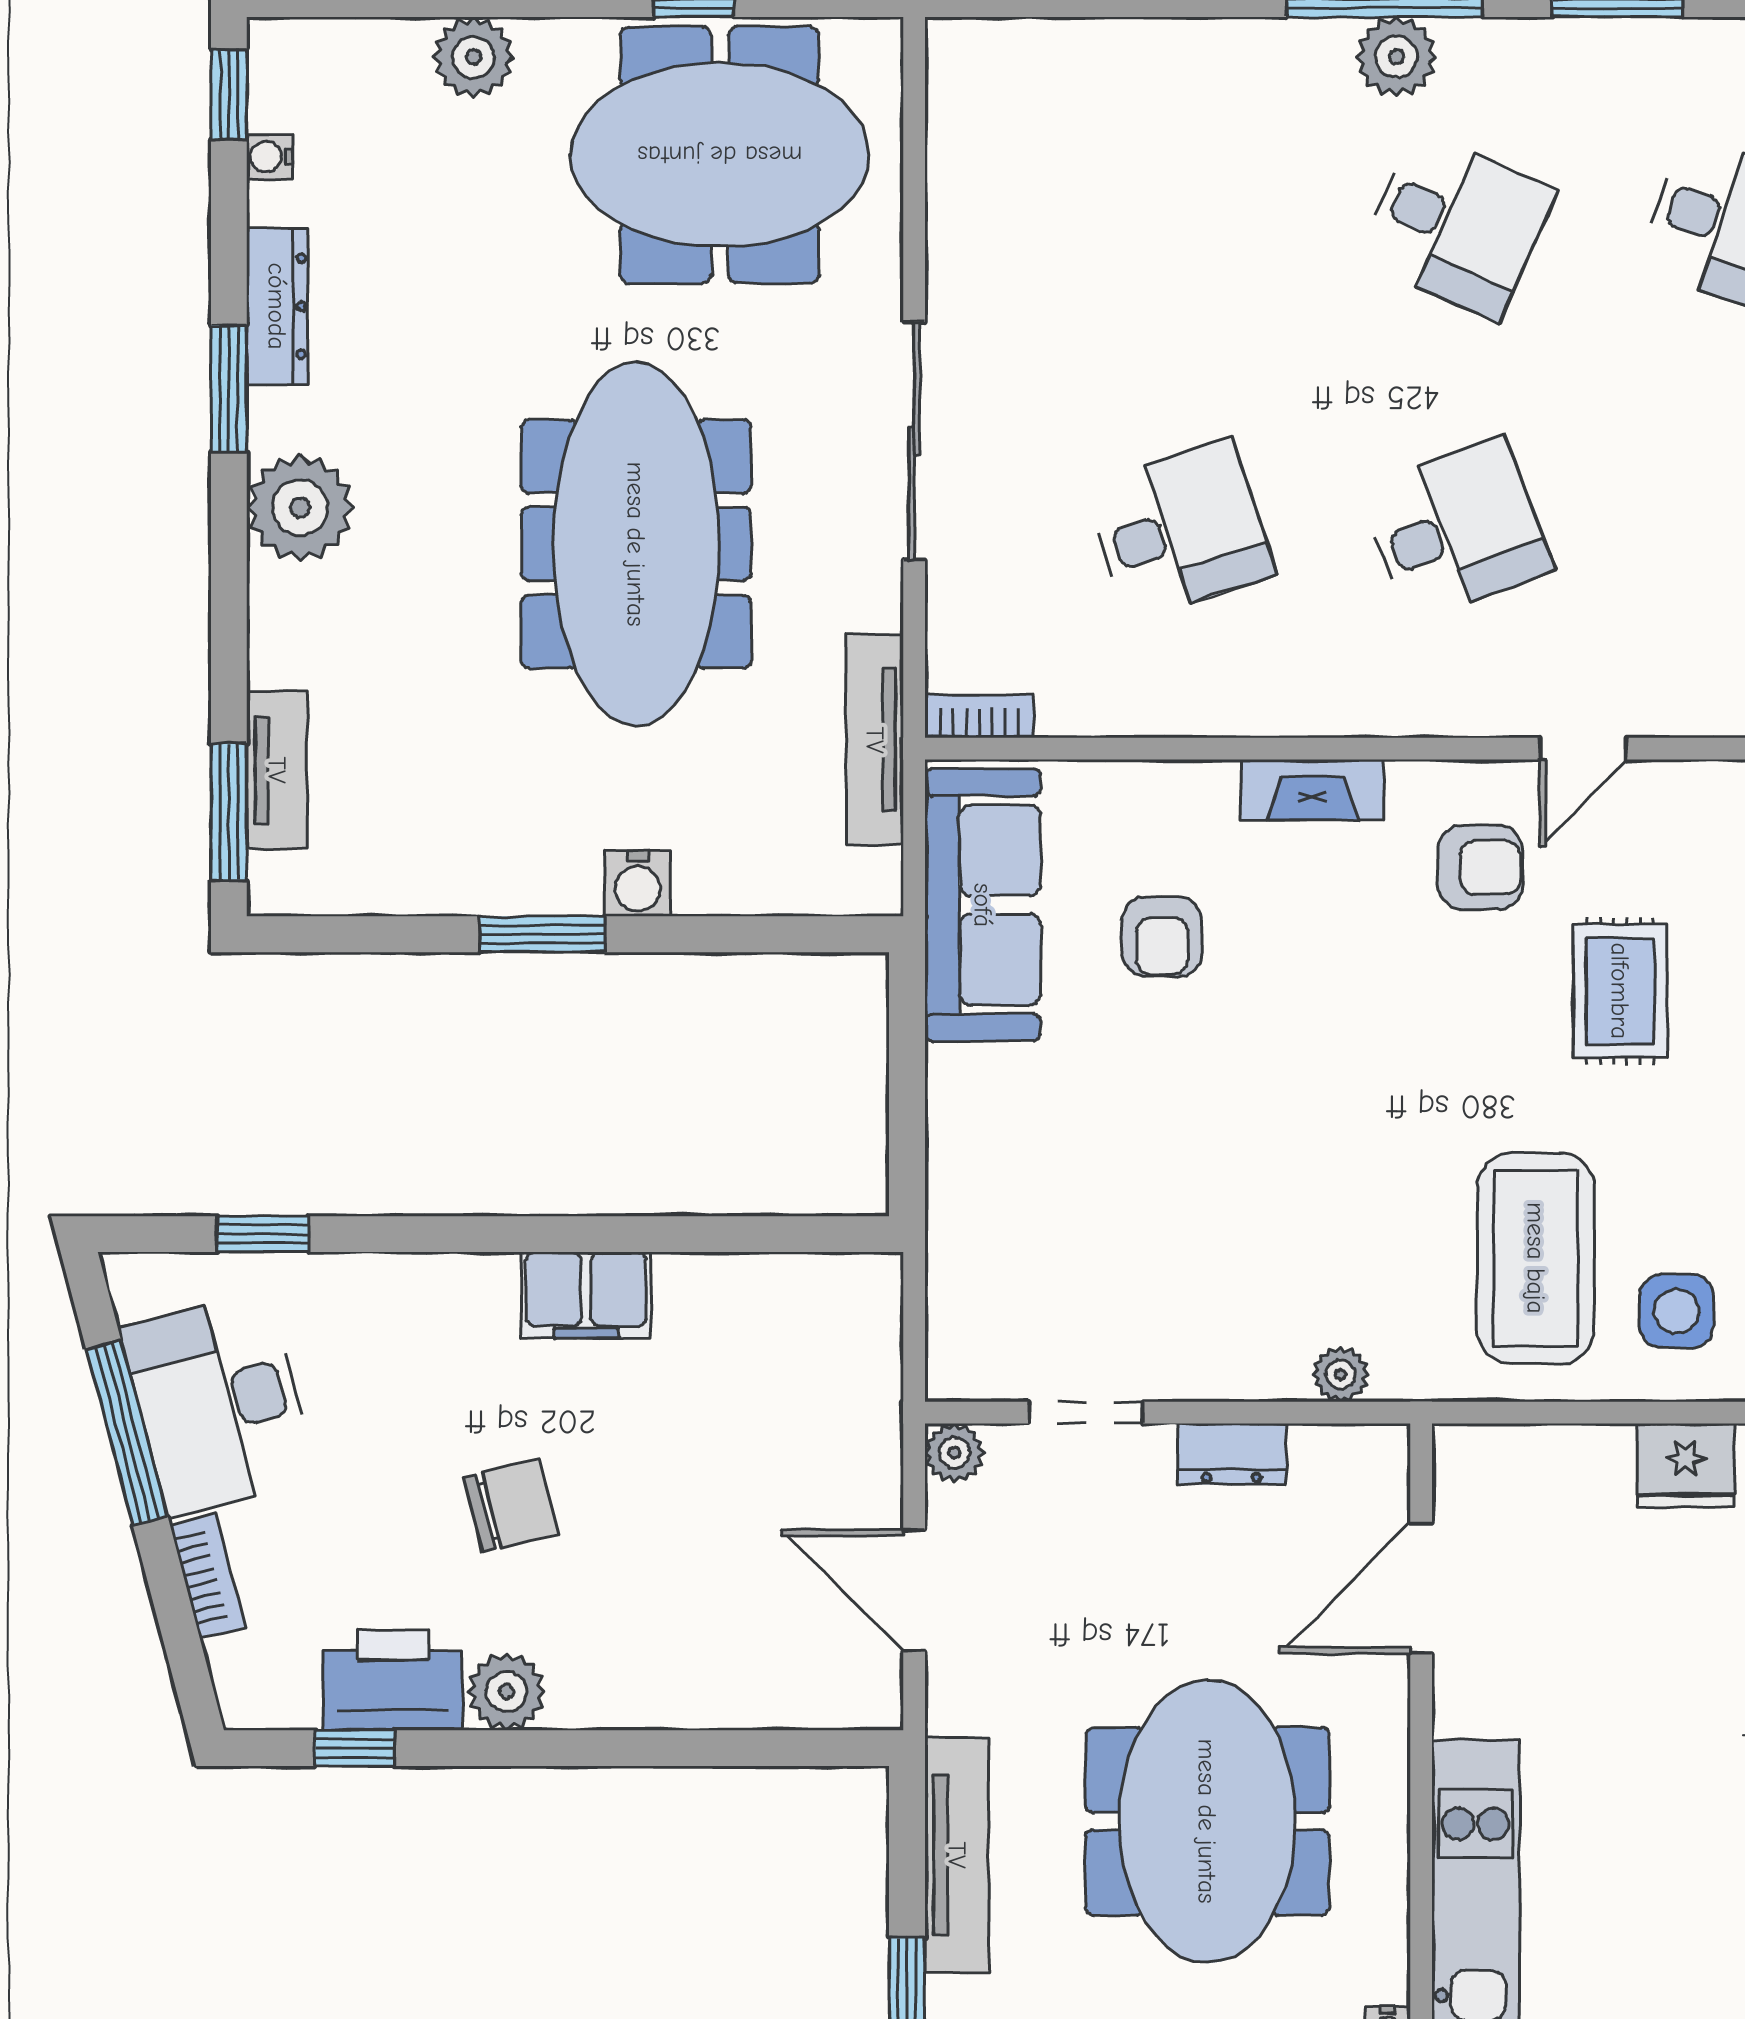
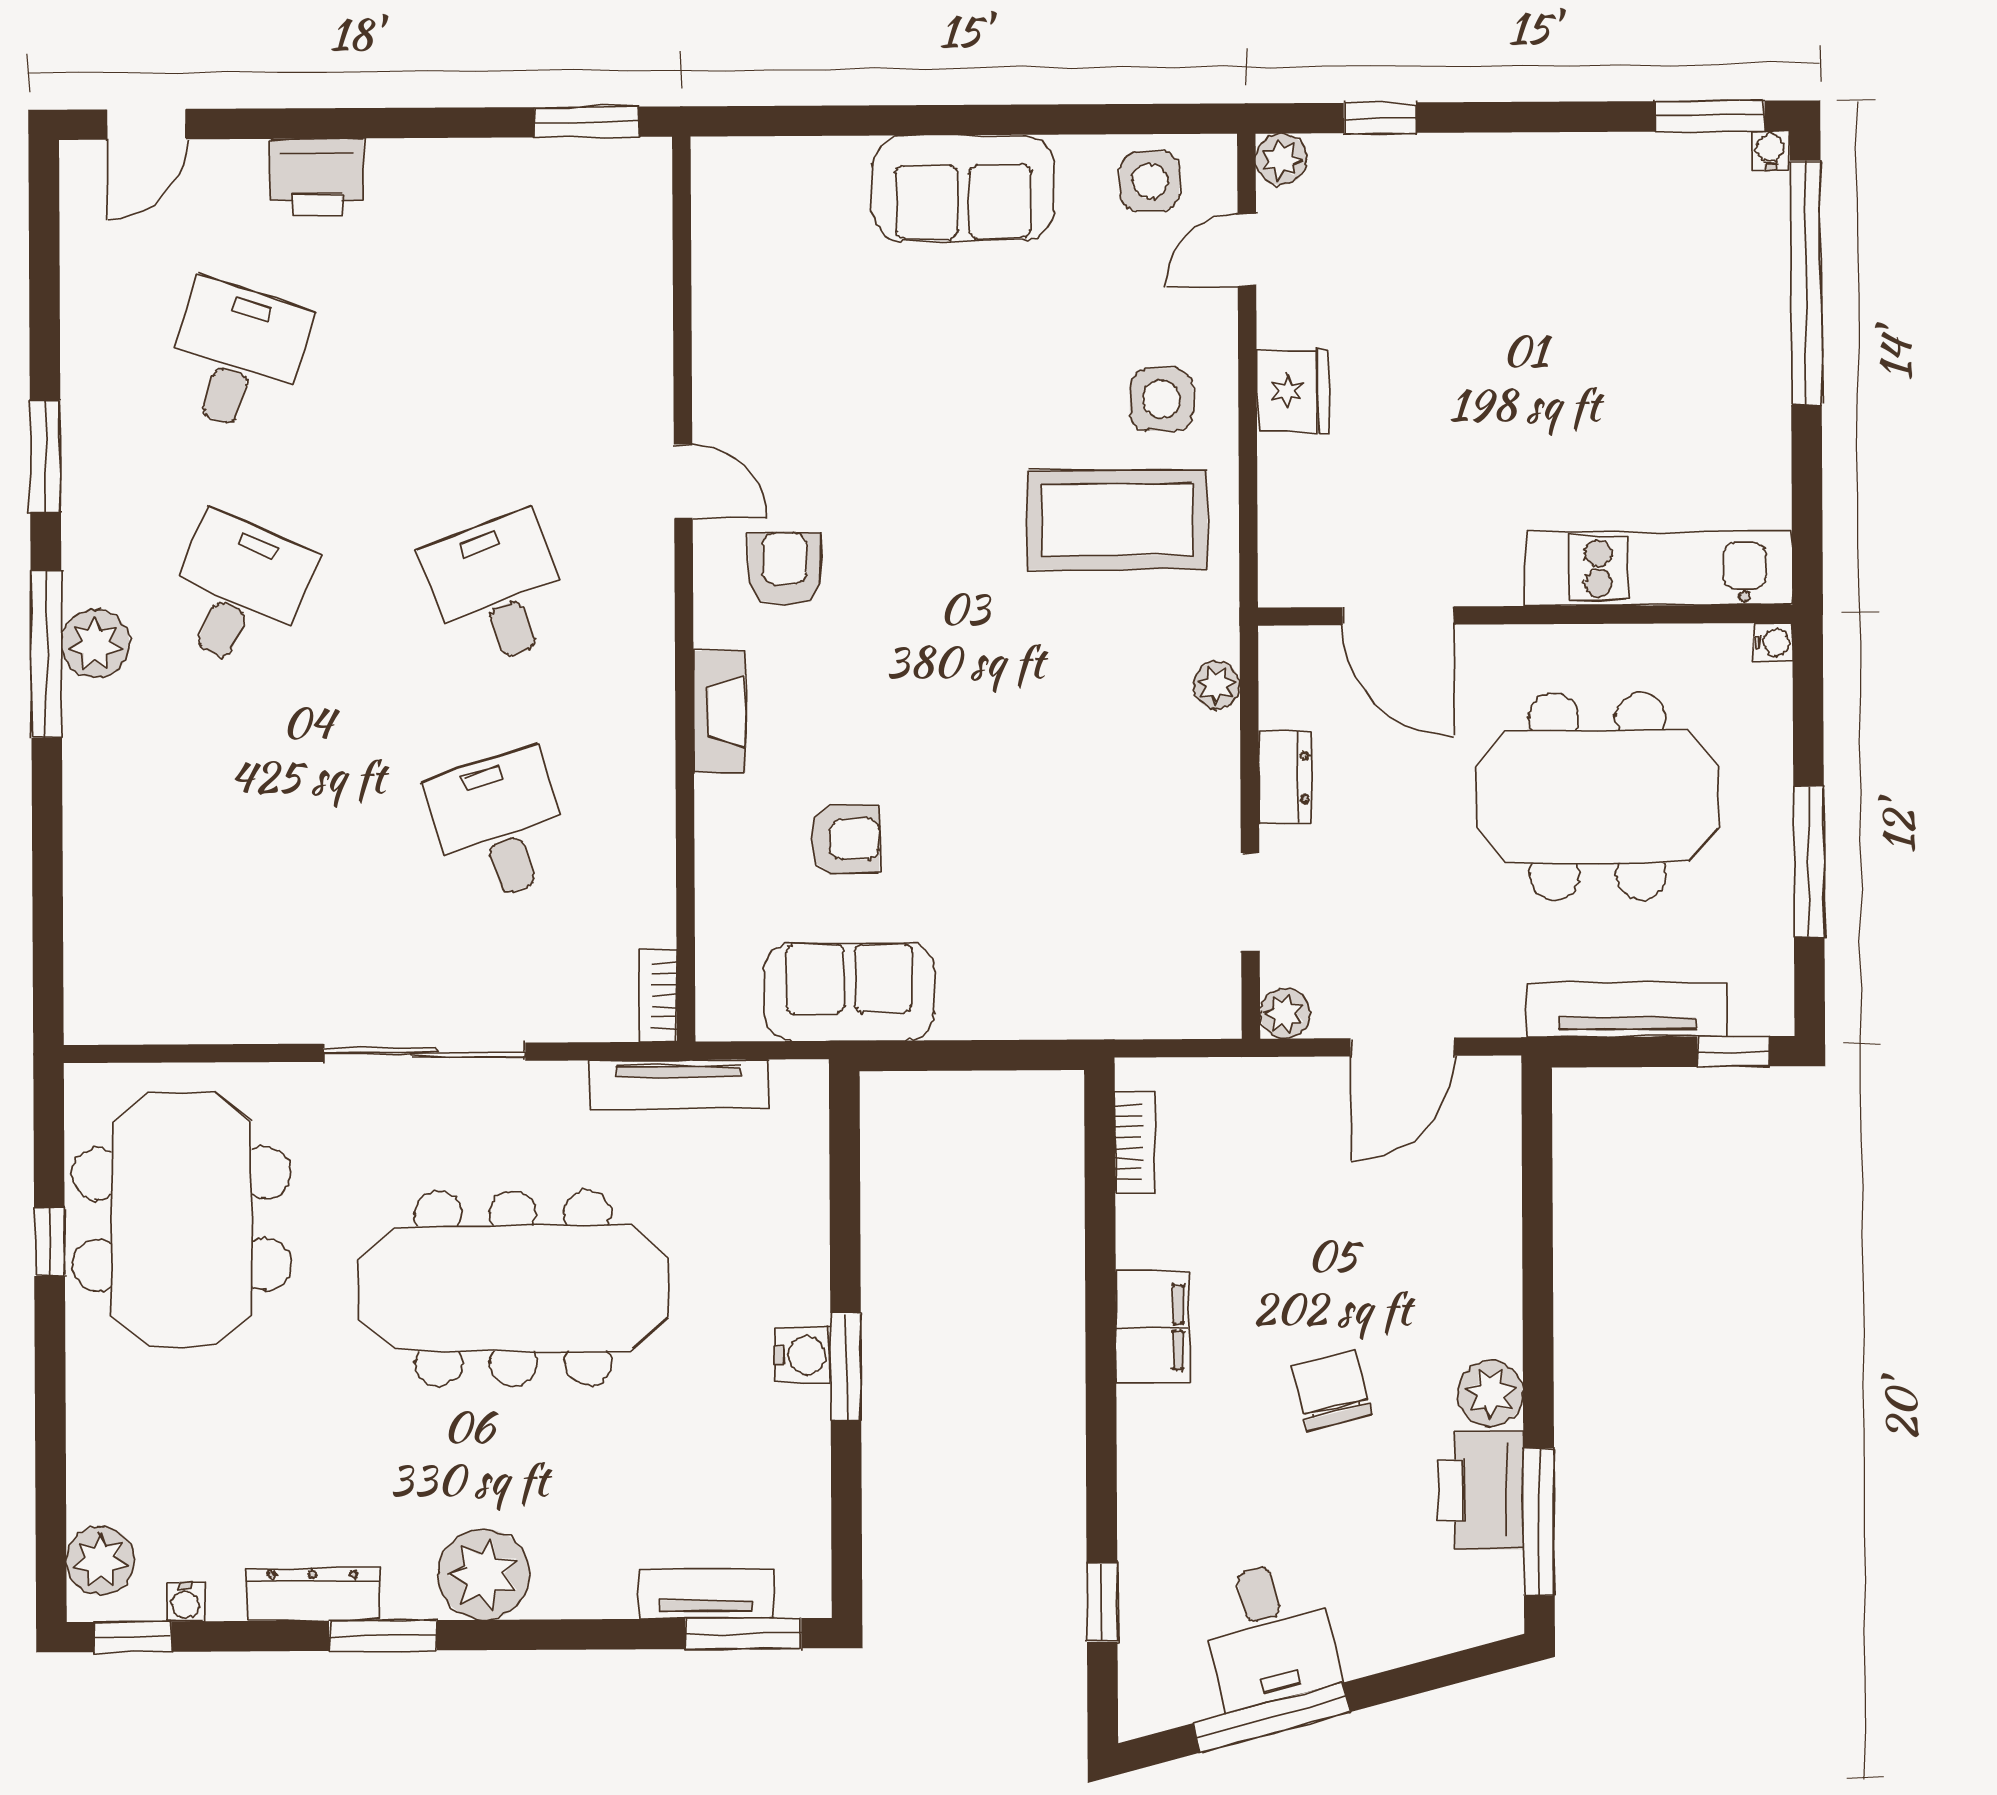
plant: (474, 57) -> (100, 1561), moved
water cooler: (638, 884) -> (803, 1355), moved
sofa: (983, 905) -> (849, 992), width x0.73
rug: (1620, 991) -> (889, 449), removed
desk: (218, 1404) -> (1269, 1634), width x0.73
bookcase: (207, 1576) -> (1135, 1142), moved, turned 105
window: (355, 1748) -> (1539, 1522), width x2.17

